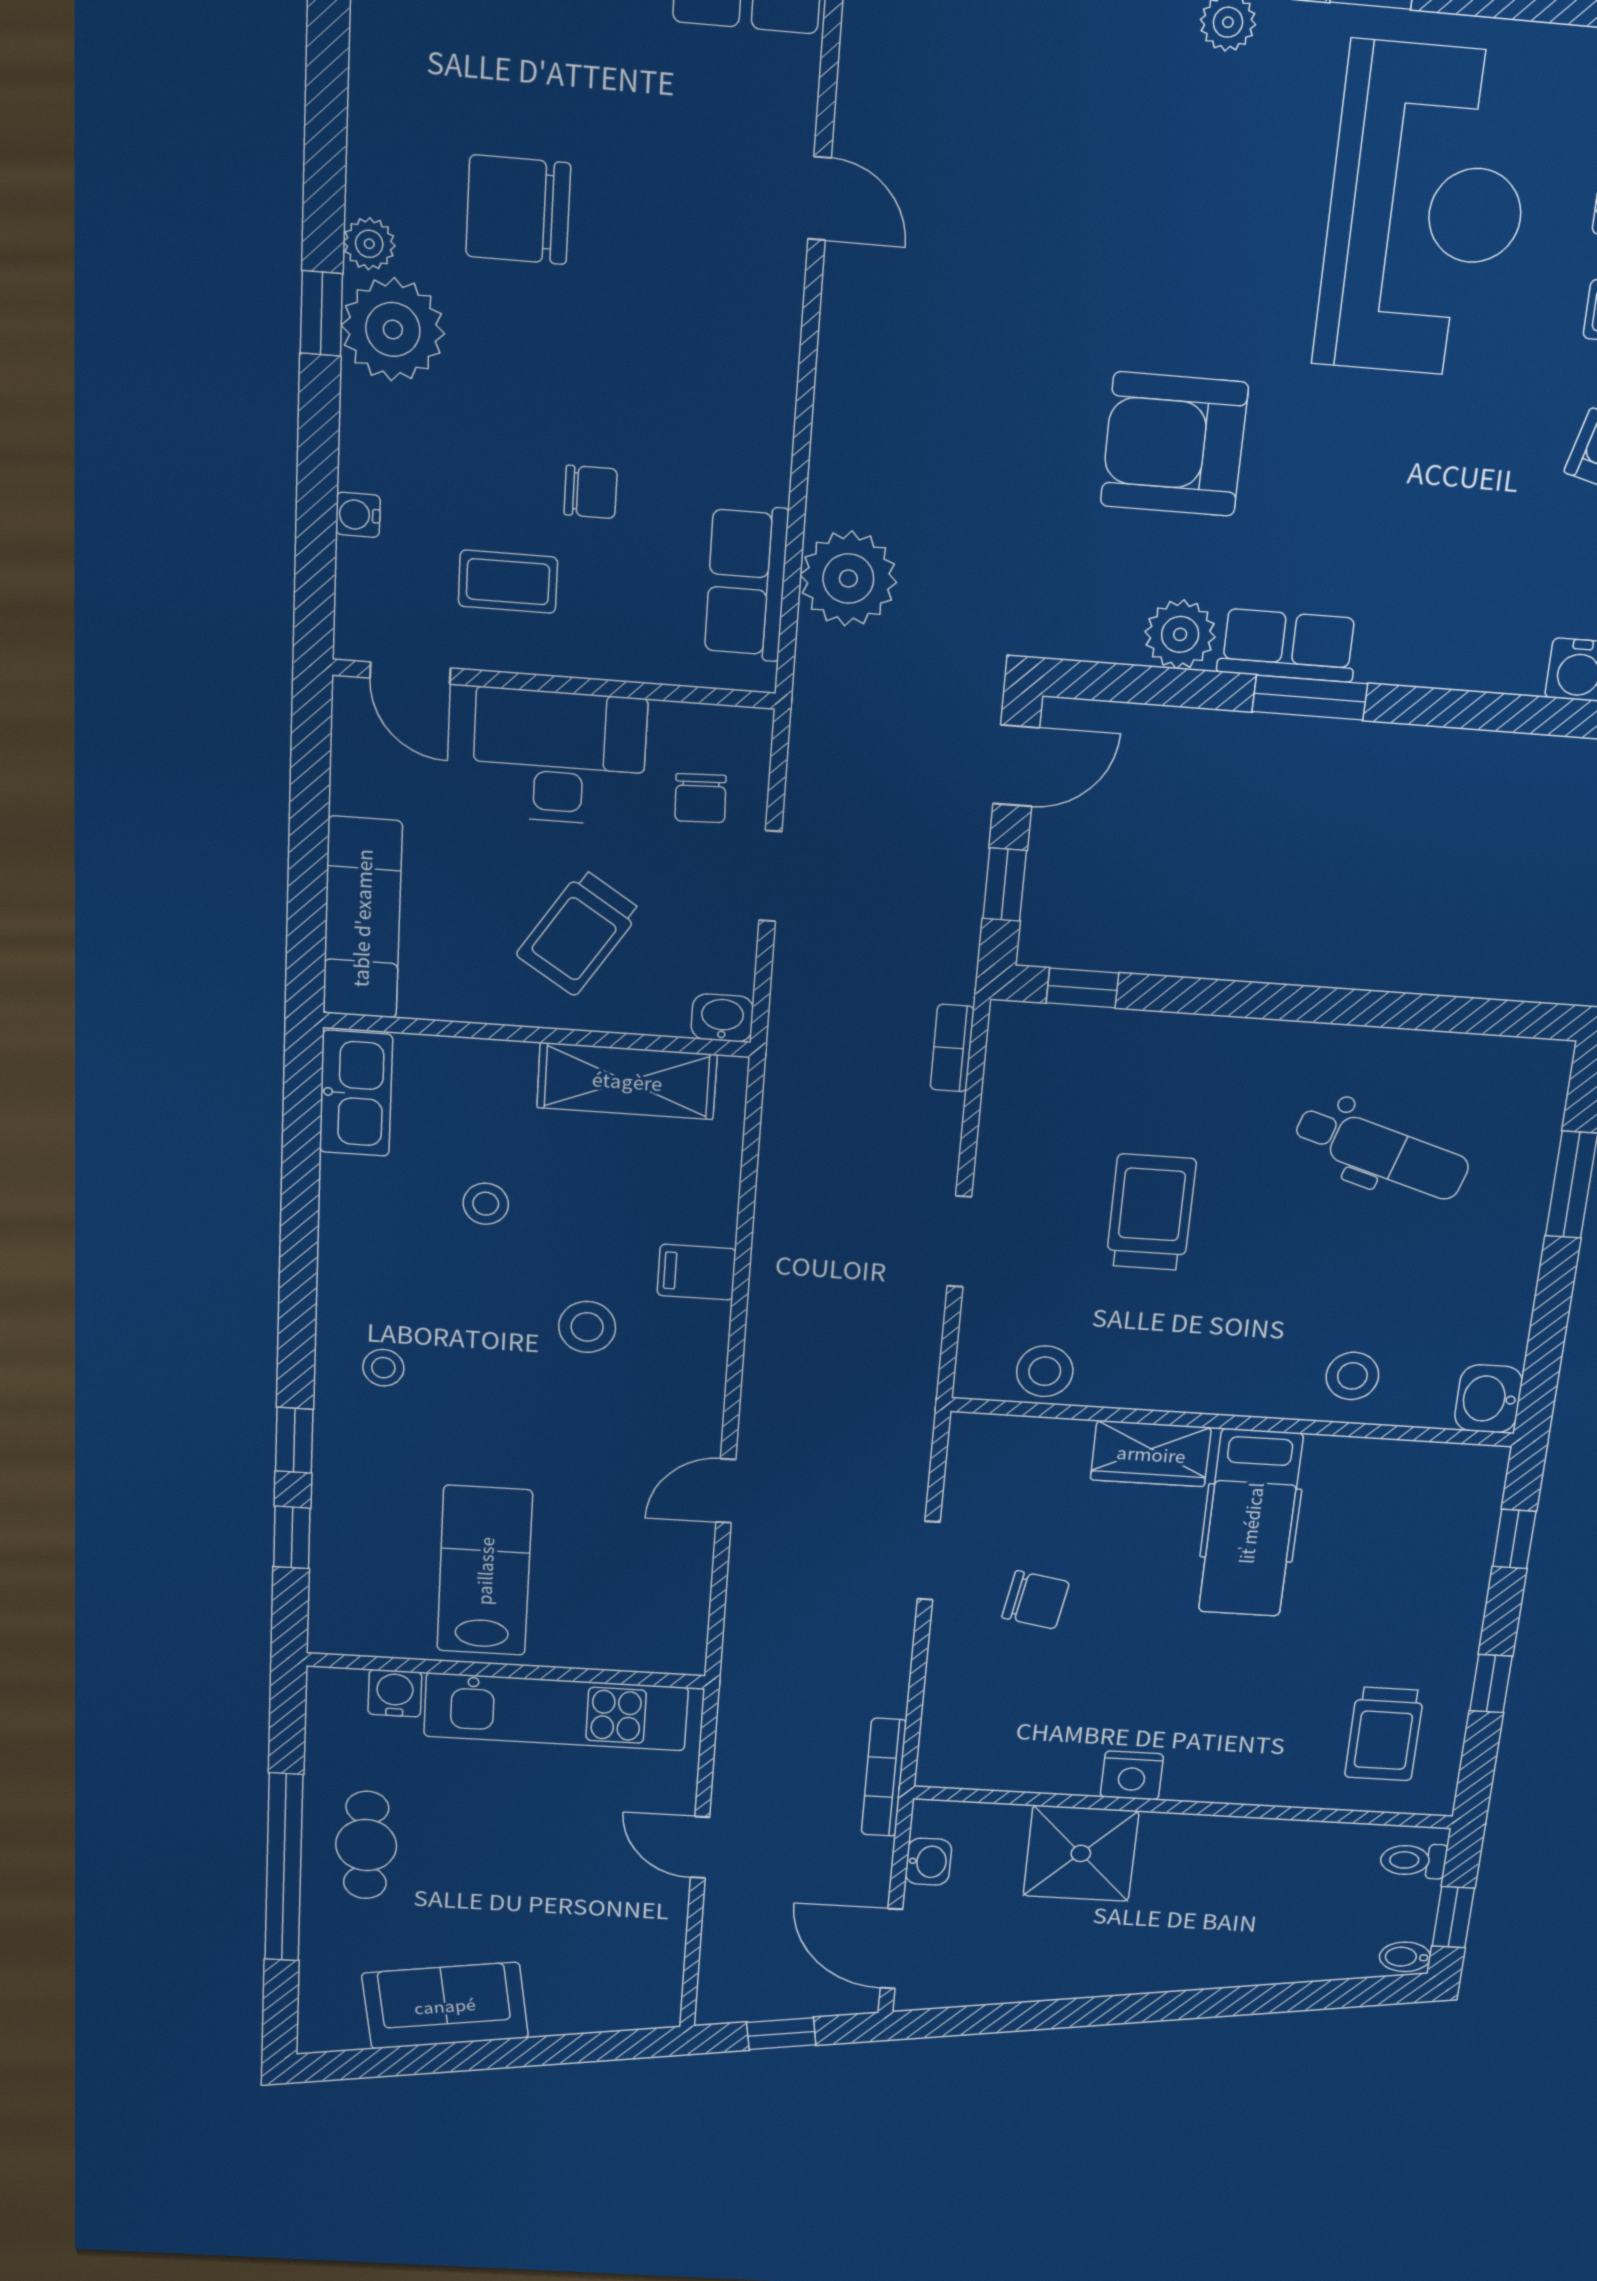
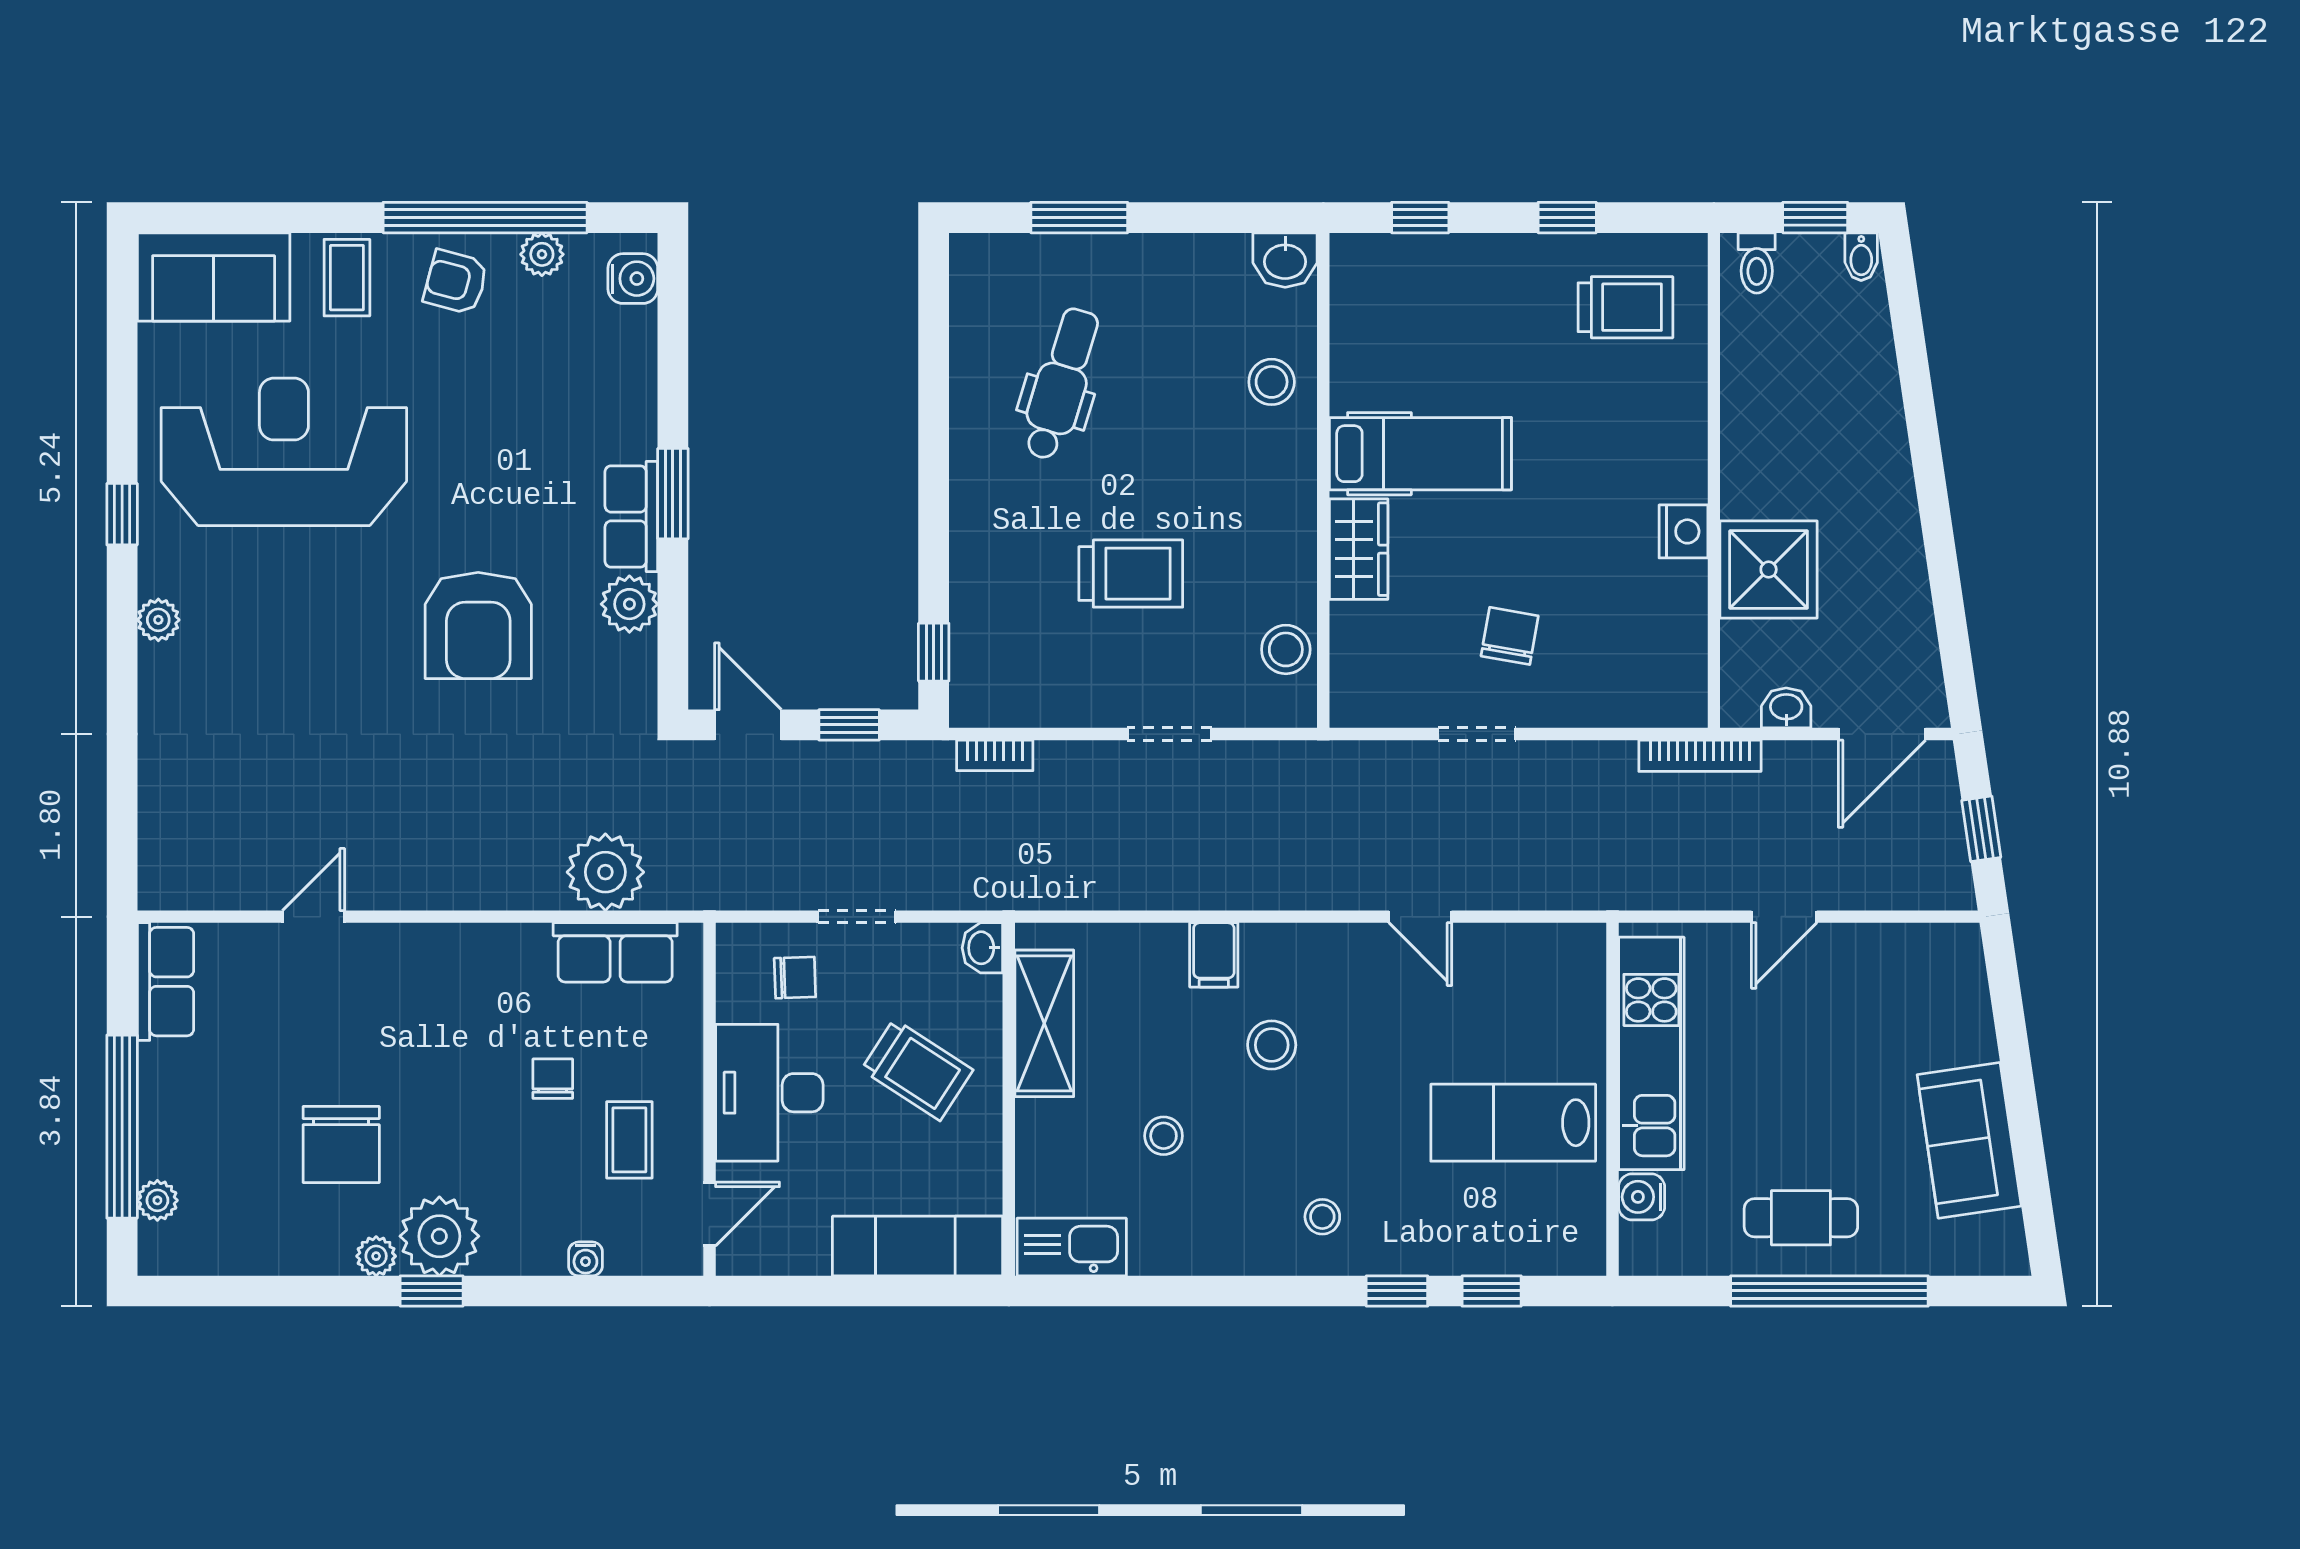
trolley: (1151, 1212) -> (1131, 574), turned 180

